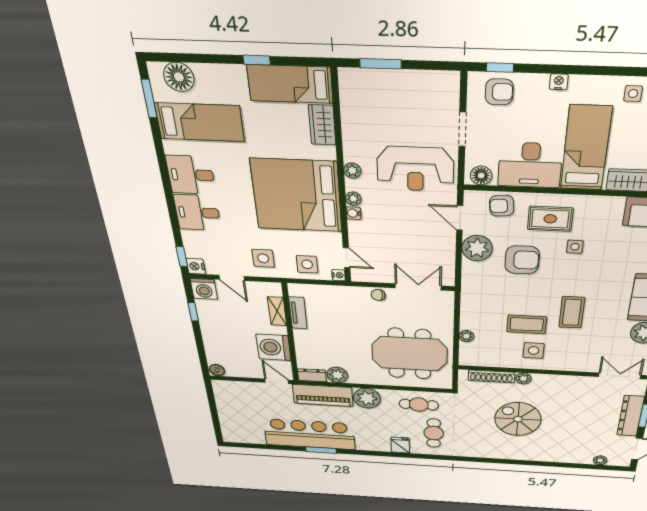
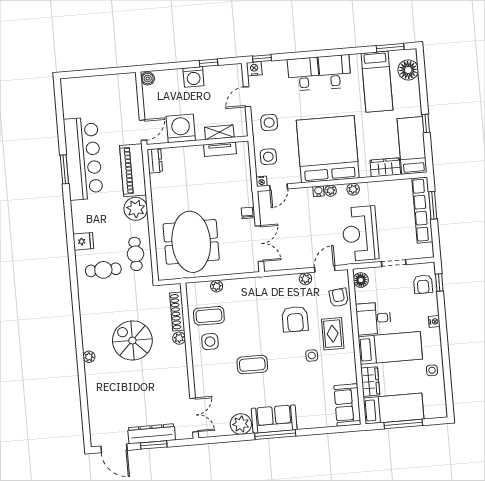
row of seats: (387, 80) -> (422, 210), added
desk: (530, 165) -> (373, 318), width x0.73
plant: (477, 248) -> (305, 279), width x0.53, depth x0.53
washing machine: (204, 289) -> (193, 77), moved, turned -90
coffee table: (527, 324) -> (209, 316), moved, turned 90
plant: (337, 375) -> (159, 182), removed
spiral stairs: (518, 419) -> (132, 340), turned -90
plant: (600, 460) -> (89, 357), moved

